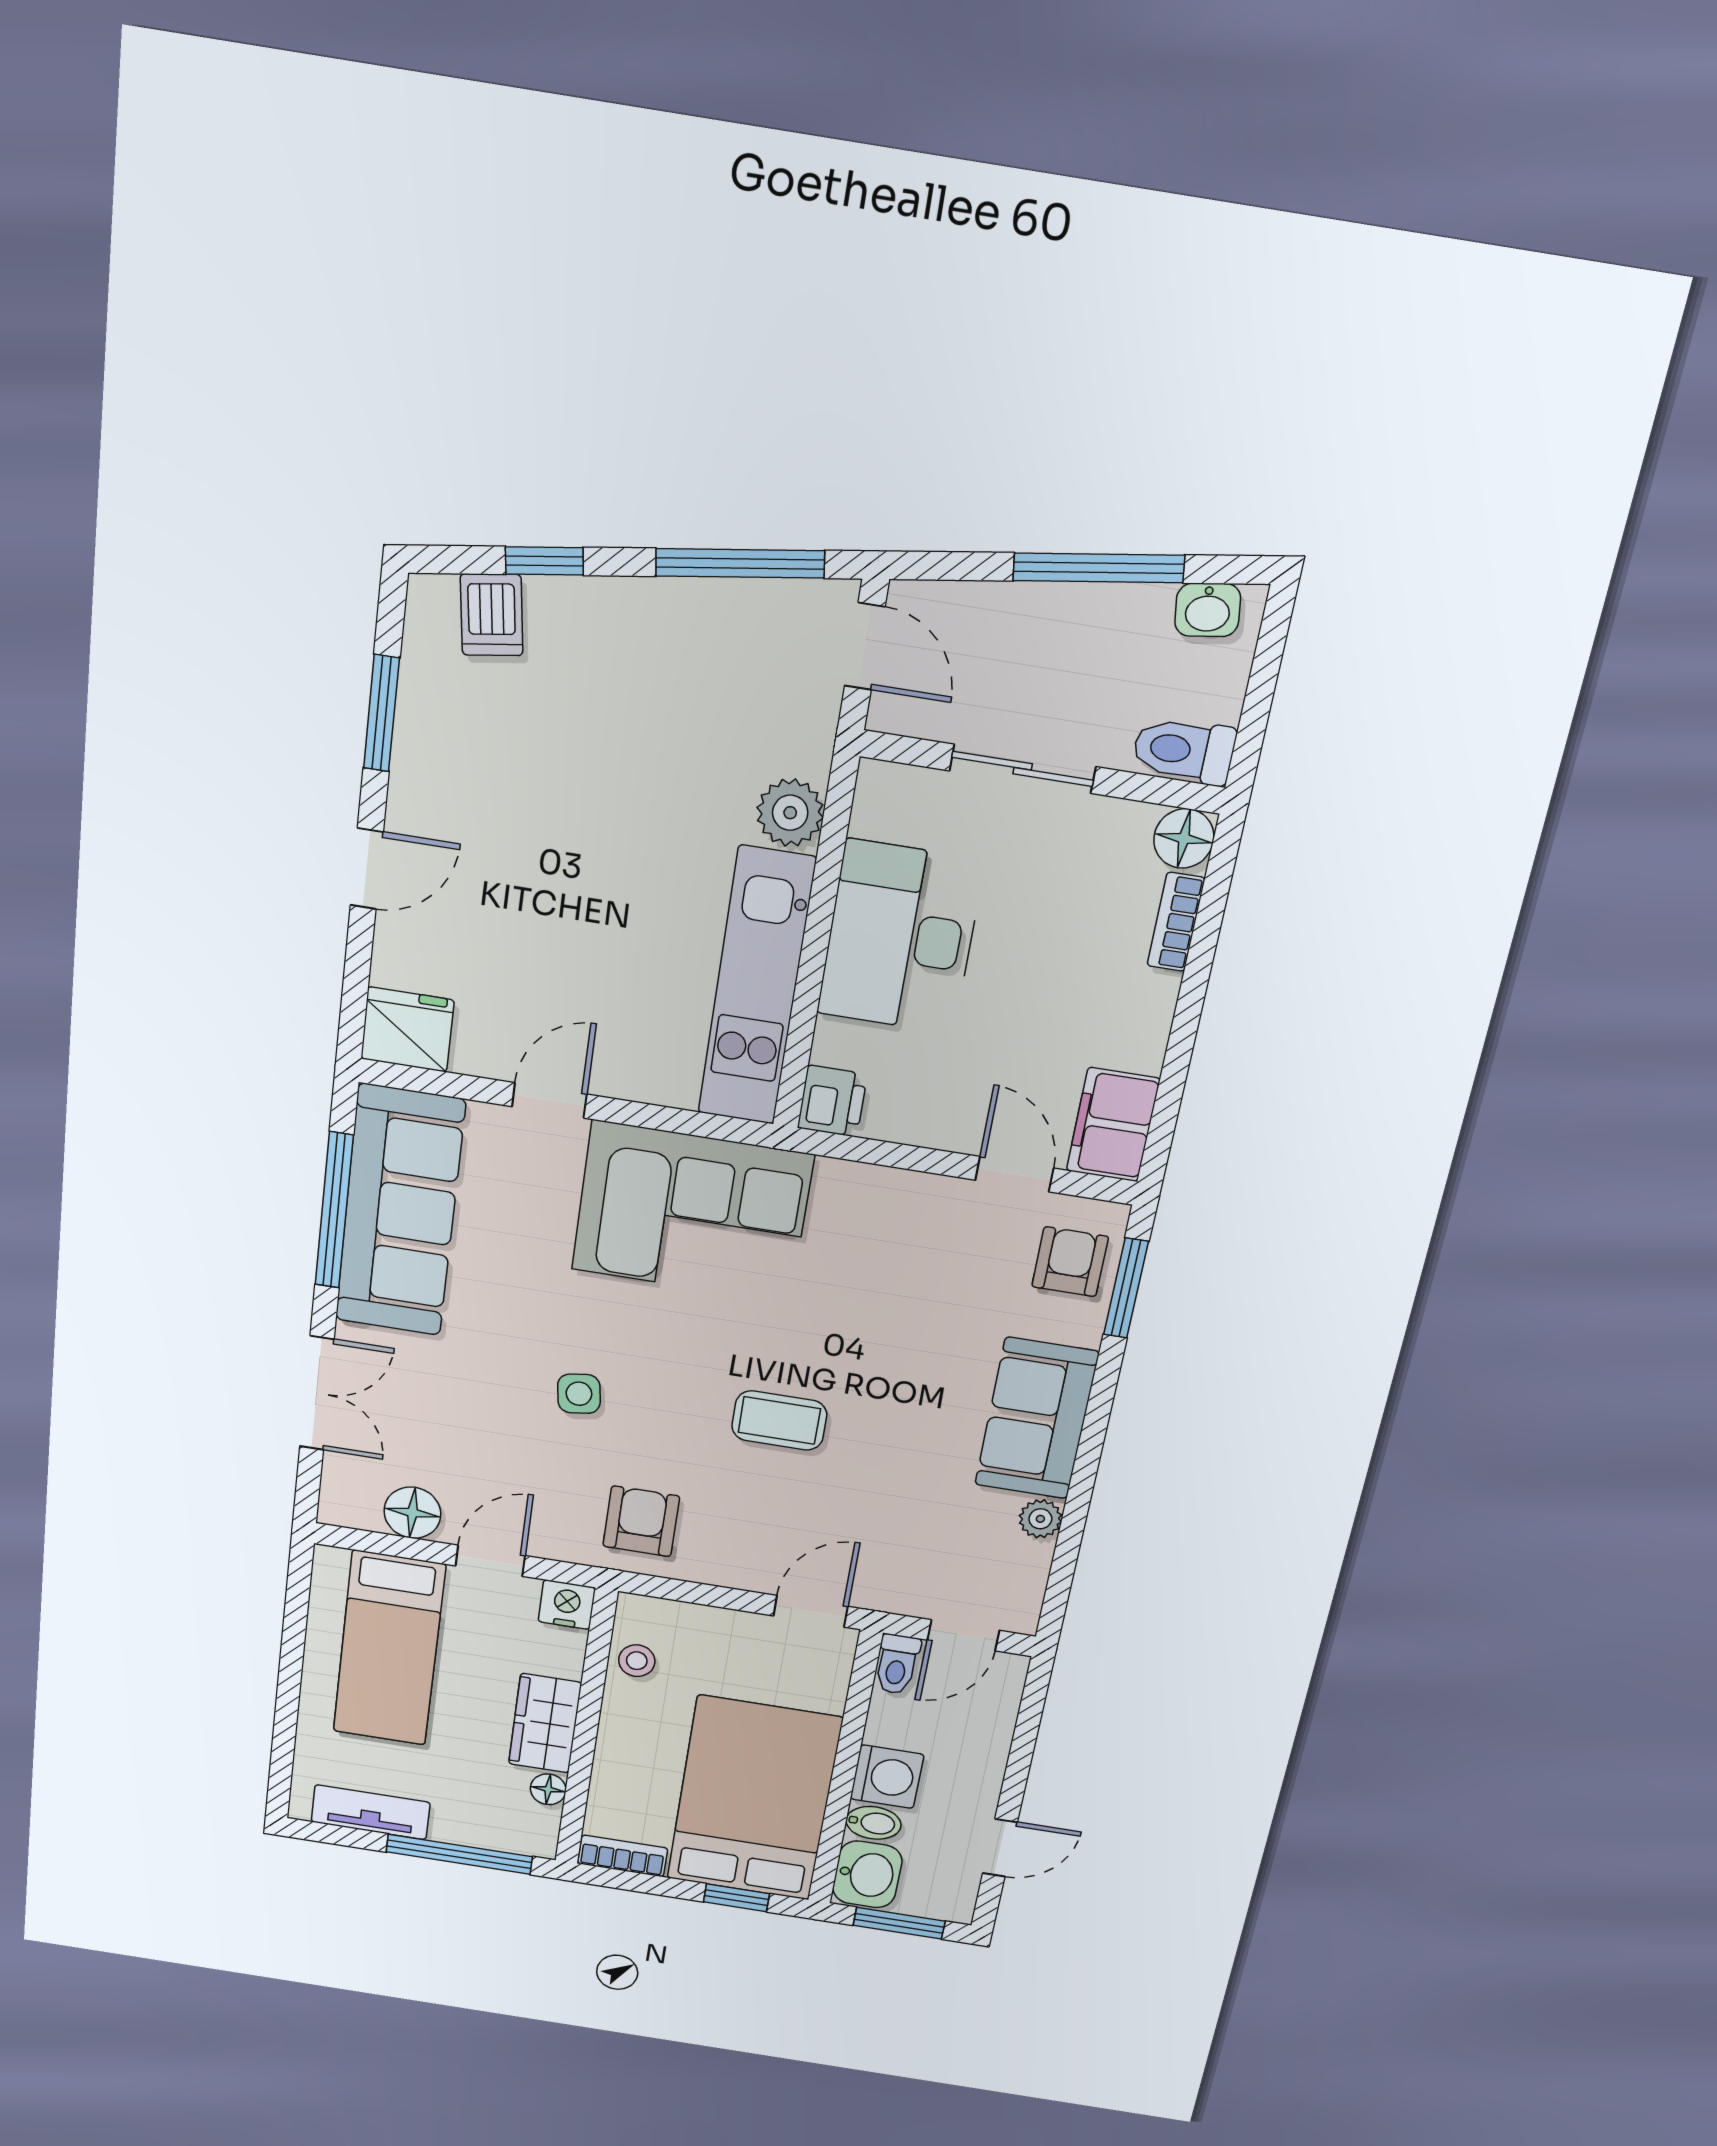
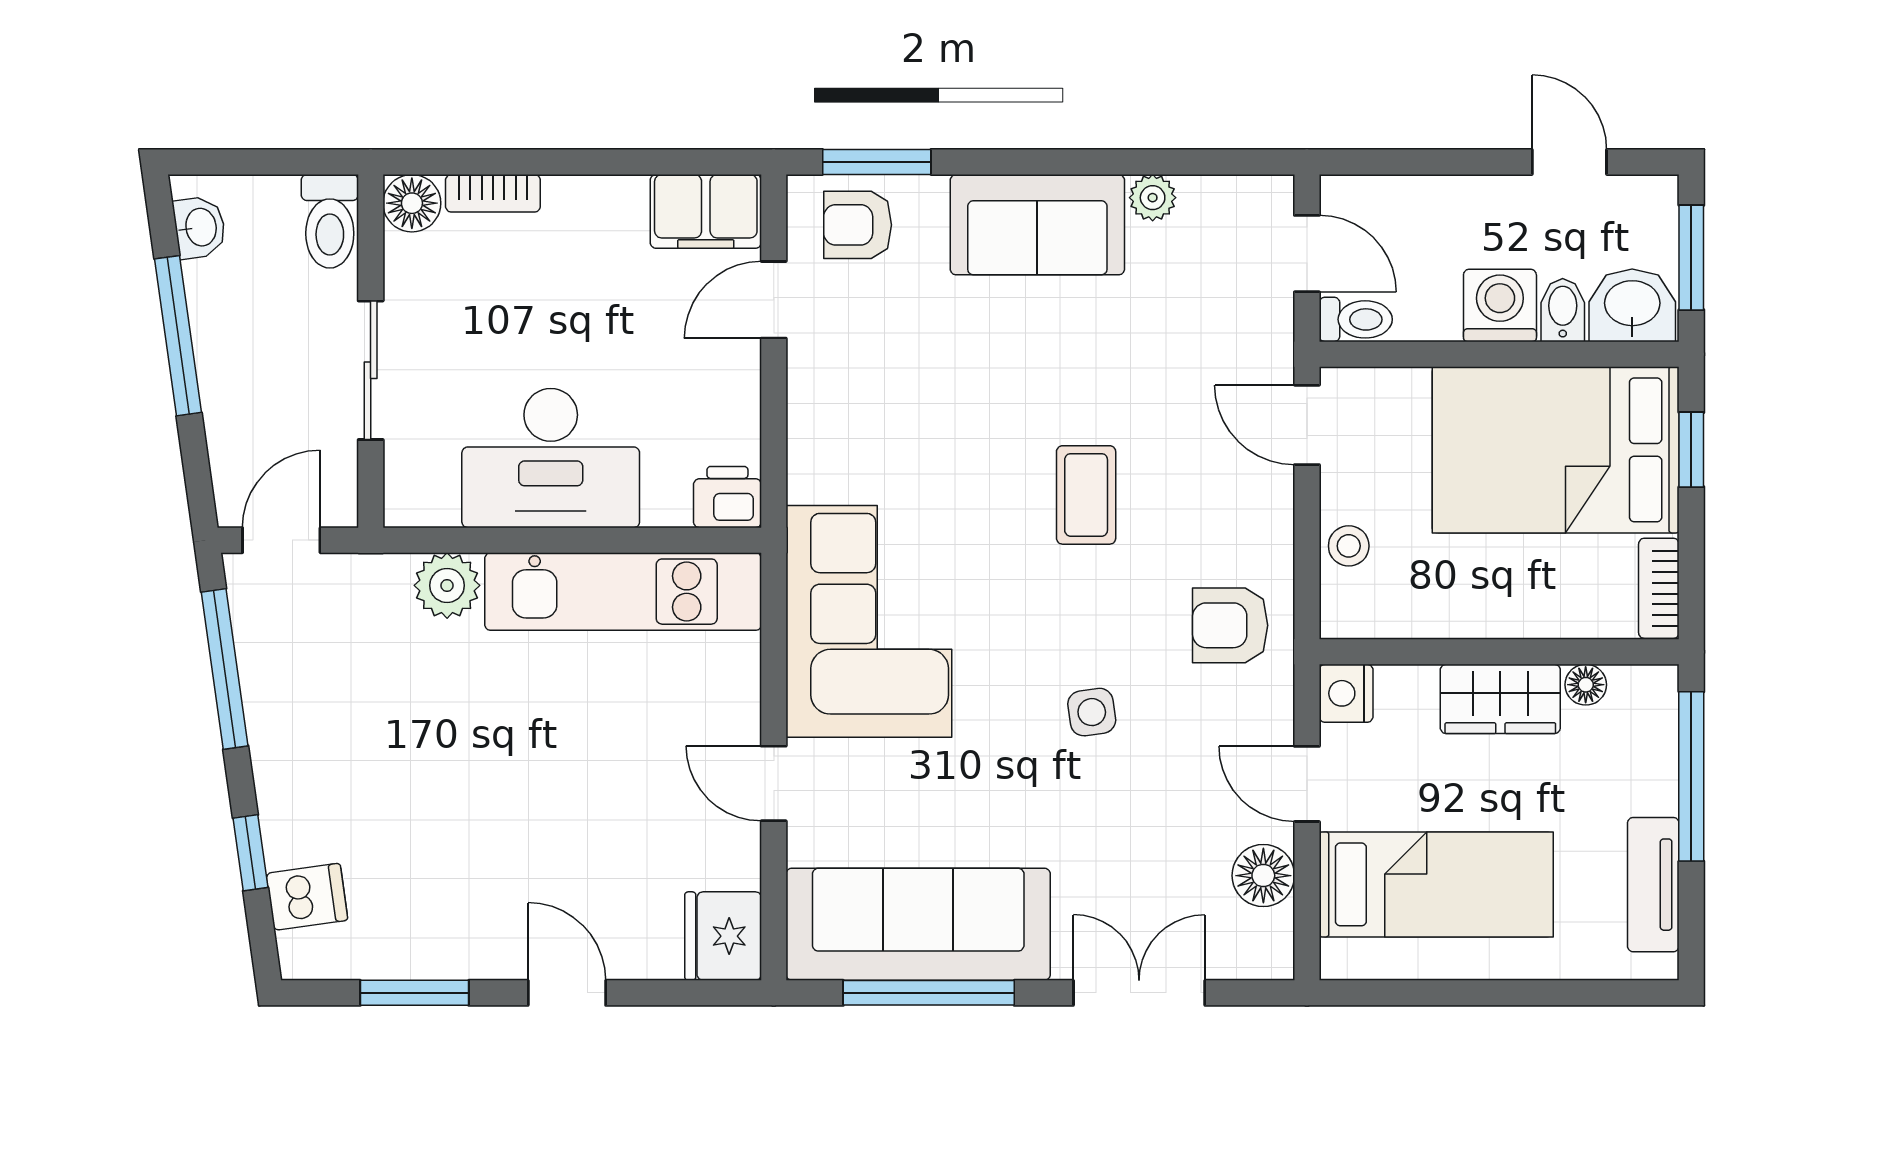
stool: (637, 1661) -> (1349, 546), moved

